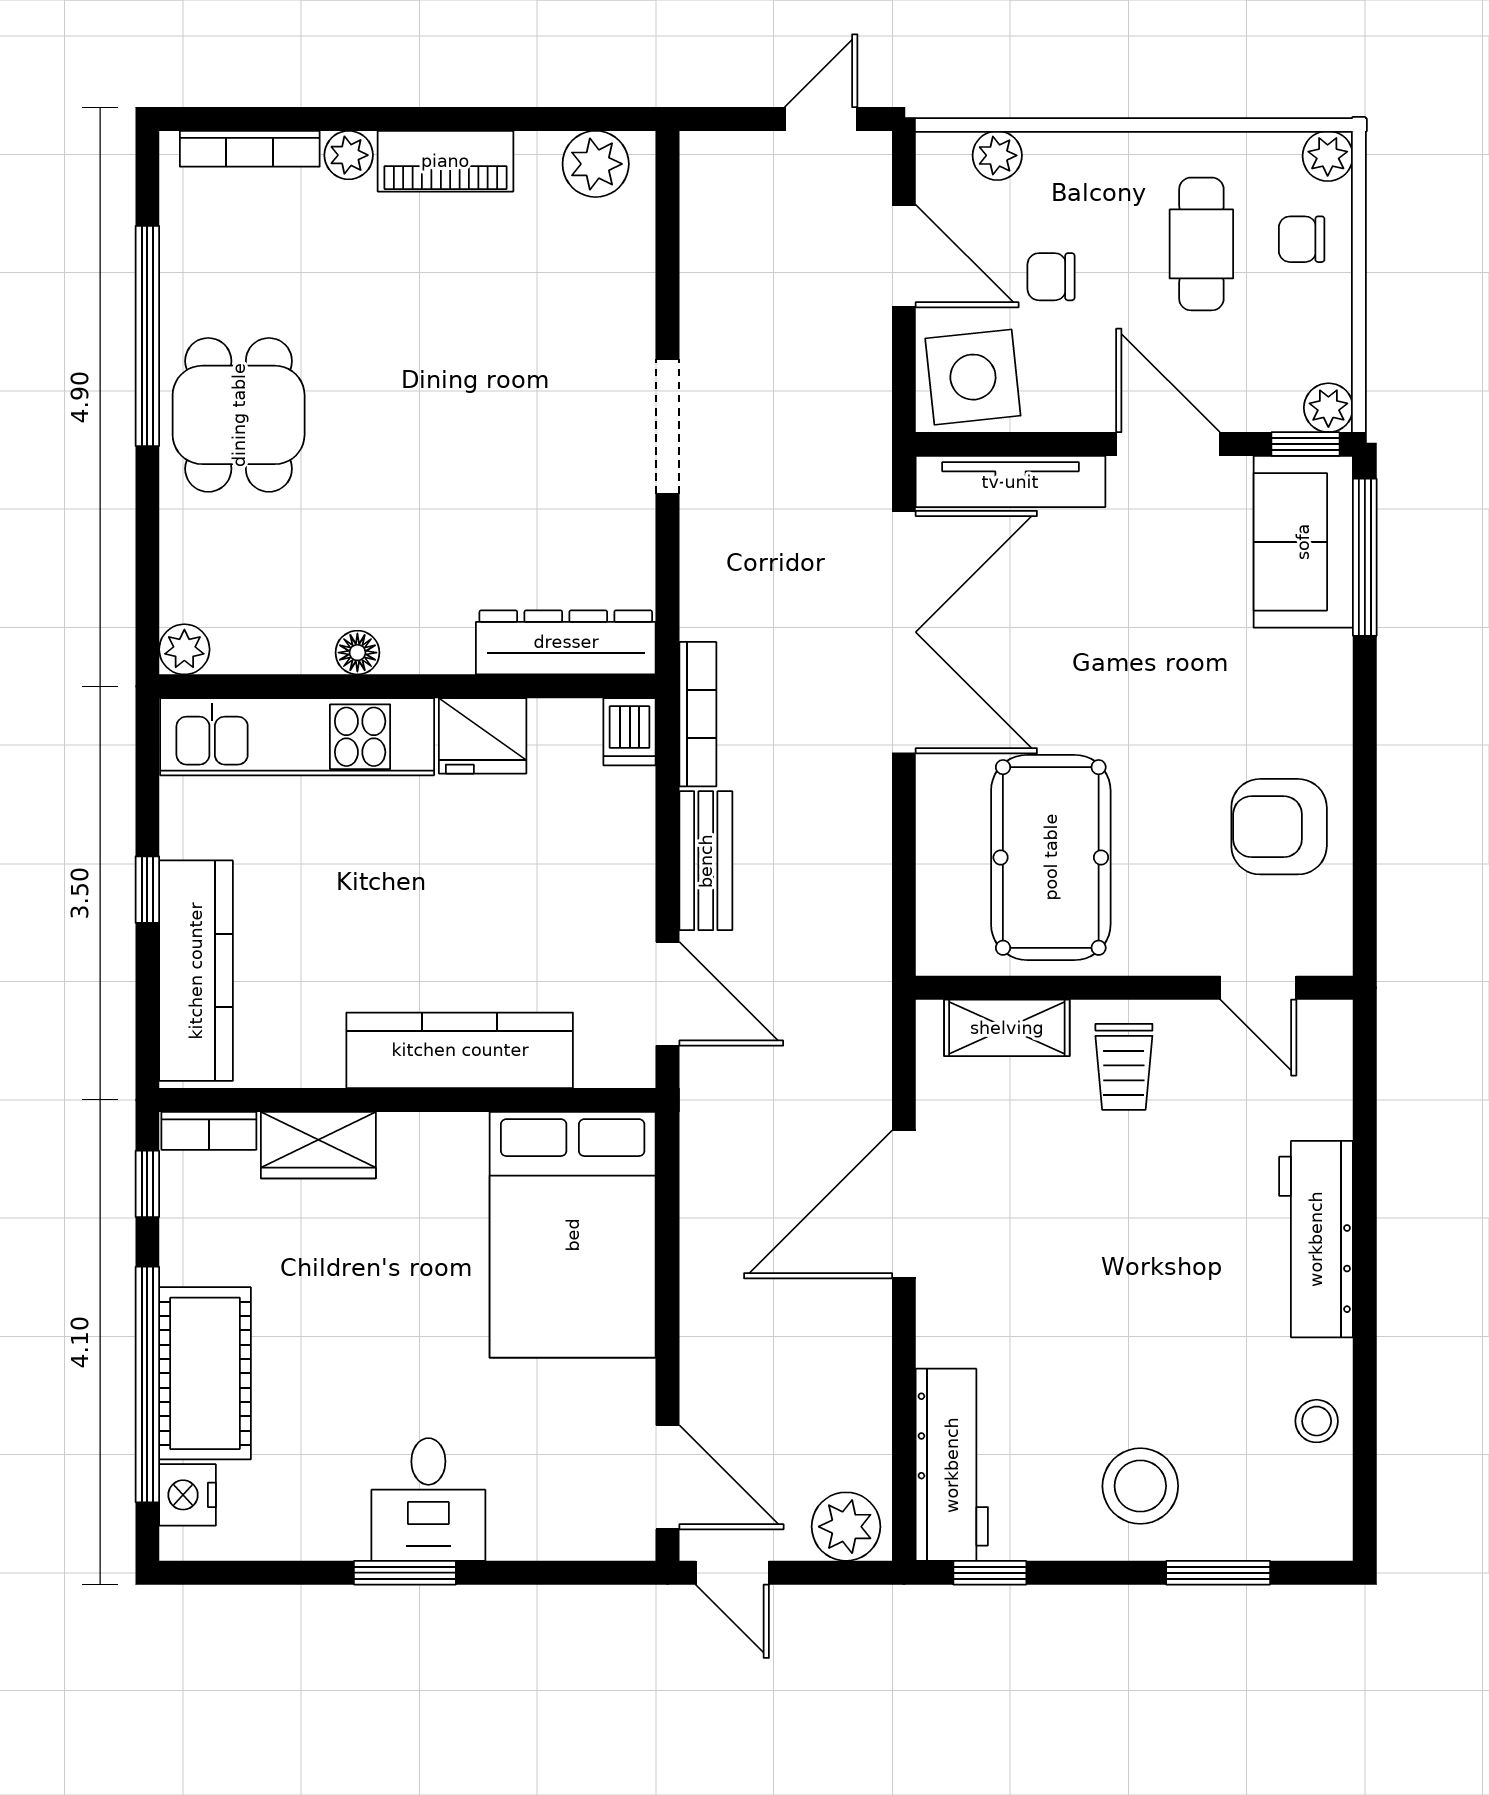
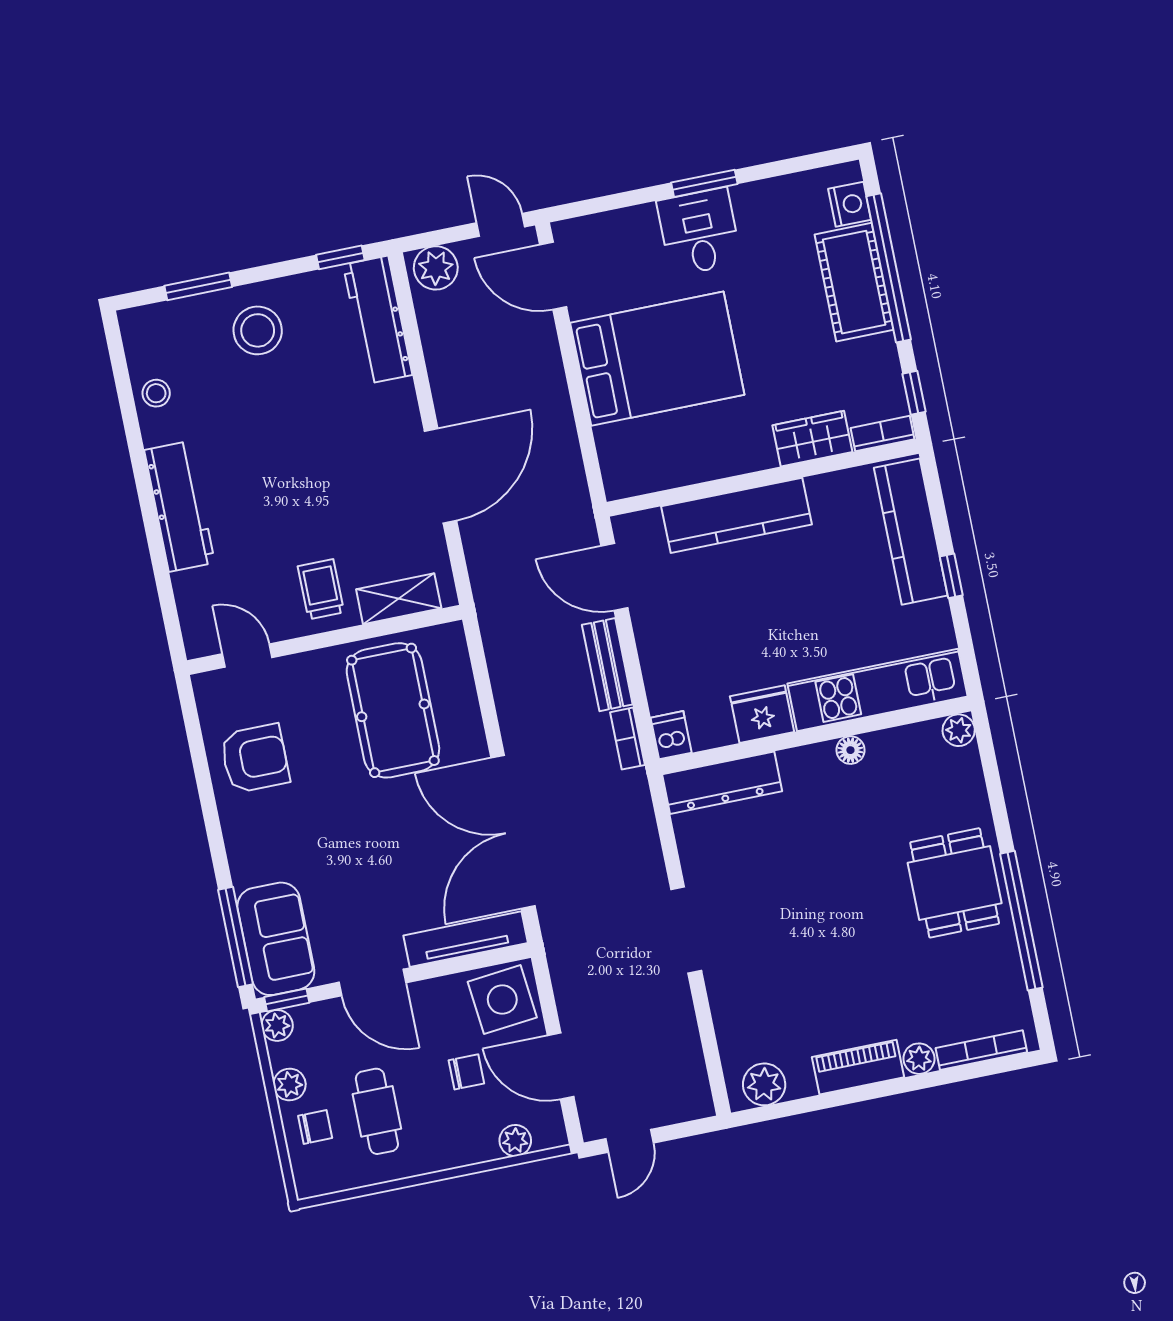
plant: (1328, 156) -> (290, 1084), moved
bookcase: (698, 714) -> (628, 739), width x0.64
bed: (573, 1235) -> (657, 359), moved, turned 90

